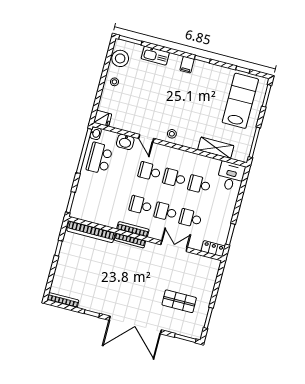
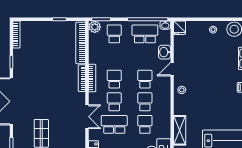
school desk: (91, 192) -> (114, 34), added
plant: (77, 212) -> (95, 27), added
school desk: (190, 218) -> (114, 124), width x1.85

